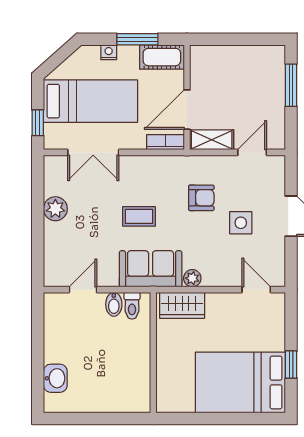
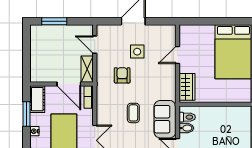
sofa: (151, 269) -> (165, 119), moved
plant: (192, 278) -> (171, 81), removed
door: (256, 290) -> (177, 55), moved
window: (291, 365) -> (223, 21), removed

